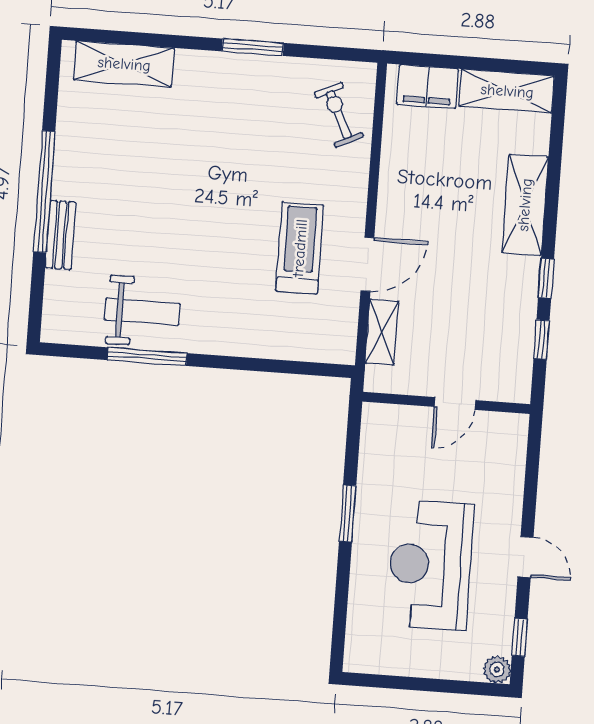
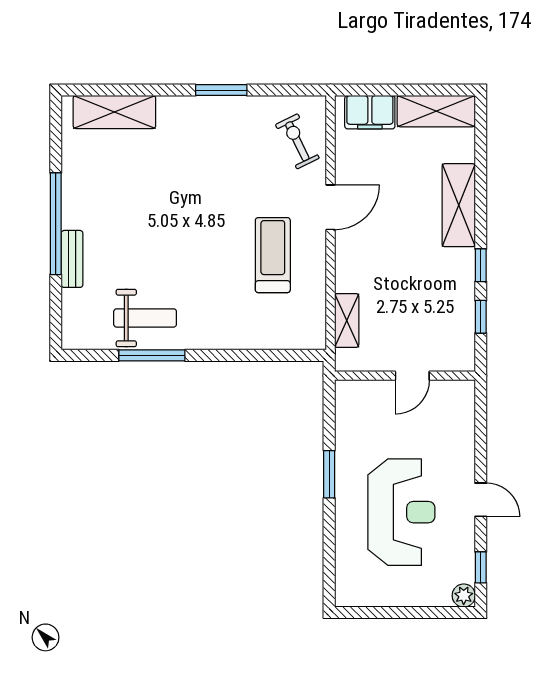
door: (367, 264) -> (330, 207), moved
reception desk: (430, 565) -> (401, 512), turned 180

